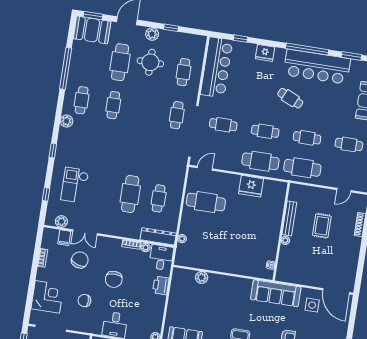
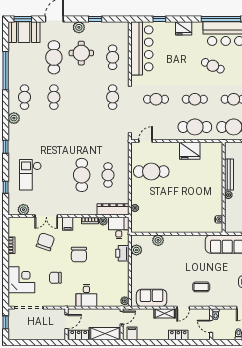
filing cabinet: (64, 238) -> (68, 224), moved
plant: (177, 284) -> (136, 250), added

